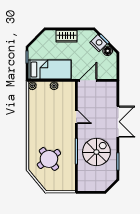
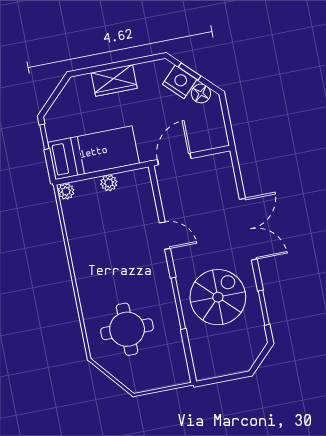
round table: (49, 159) -> (127, 329), turned 37

